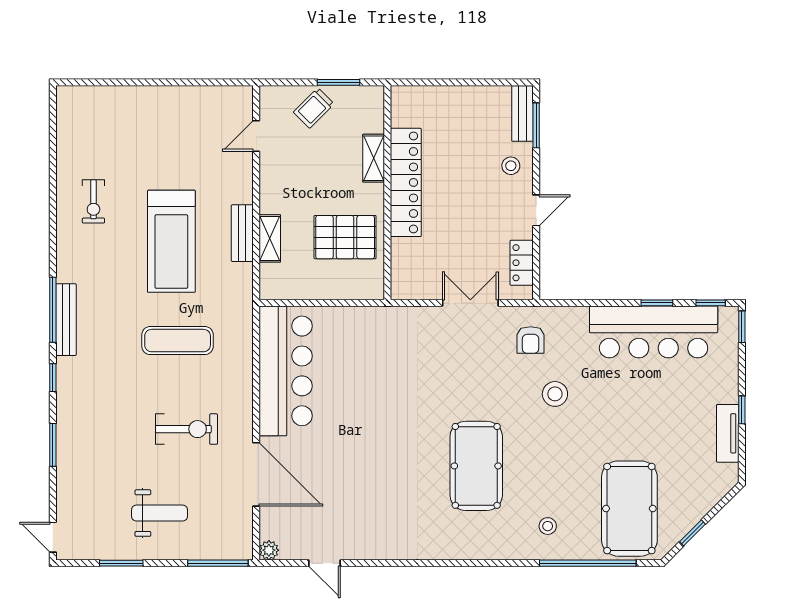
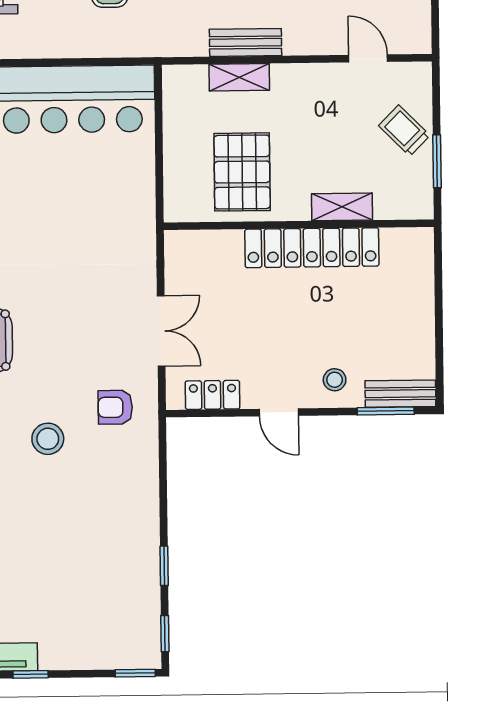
bar counter: (654, 332) -> (127, 562), removed

